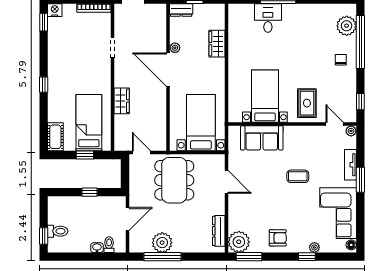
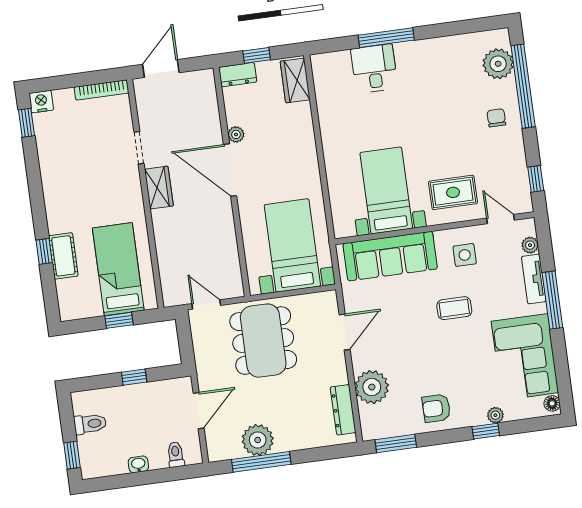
wardrobe: (217, 44) -> (295, 80), moved
window: (44, 85) -> (44, 251), moved
wardrobe: (122, 101) -> (159, 188), moved
rug: (307, 103) -> (453, 192), turned 90
plant: (351, 131) -> (530, 245), moved
cot: (55, 137) -> (63, 256), moved
sofa: (262, 138) -> (390, 256), width x1.36
side table: (309, 144) -> (465, 255), added
window: (360, 180) -> (552, 300), width x1.44
door: (226, 182) -> (345, 332), hinge flipped
toilet: (58, 231) -> (90, 424), moved
armchair: (278, 238) -> (436, 408), turned 180
plant: (239, 242) -> (372, 387), moved
washbasin: (97, 248) -> (138, 464), moved

